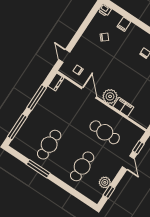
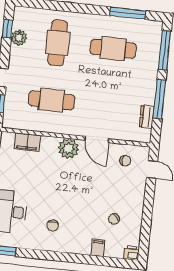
dresser: (56, 82) -> (147, 117), moved
filing cabinet: (123, 107) -> (27, 142), moved
cafe table: (49, 145) -> (113, 49), turned 90
window: (38, 169) -> (128, 13), moved

